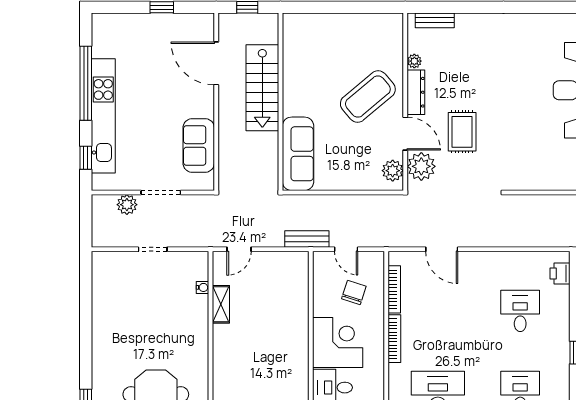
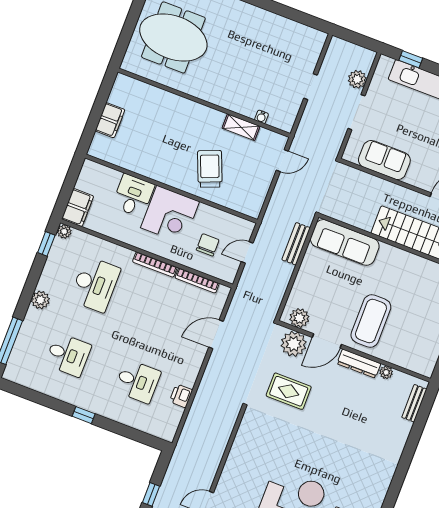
coffee table: (368, 97) -> (371, 321), turned 40
rug: (462, 132) -> (289, 391), moved
bench: (307, 239) -> (296, 244), moved
door: (239, 249) -> (282, 161), swing flipped
printer: (560, 274) -> (181, 396), moved, turned -90
chair: (354, 292) -> (208, 245), turned -108
trolley: (276, 320) -> (210, 169), added

